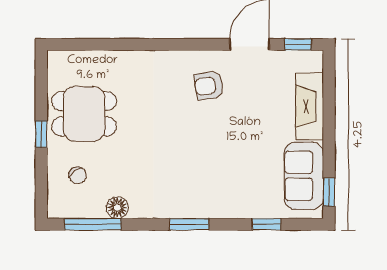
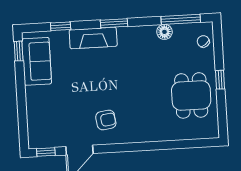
fireplace: (309, 106) -> (93, 38), moved, turned 90
dining table: (84, 114) -> (191, 95), turned 90
chair: (78, 175) -> (203, 41), moved

